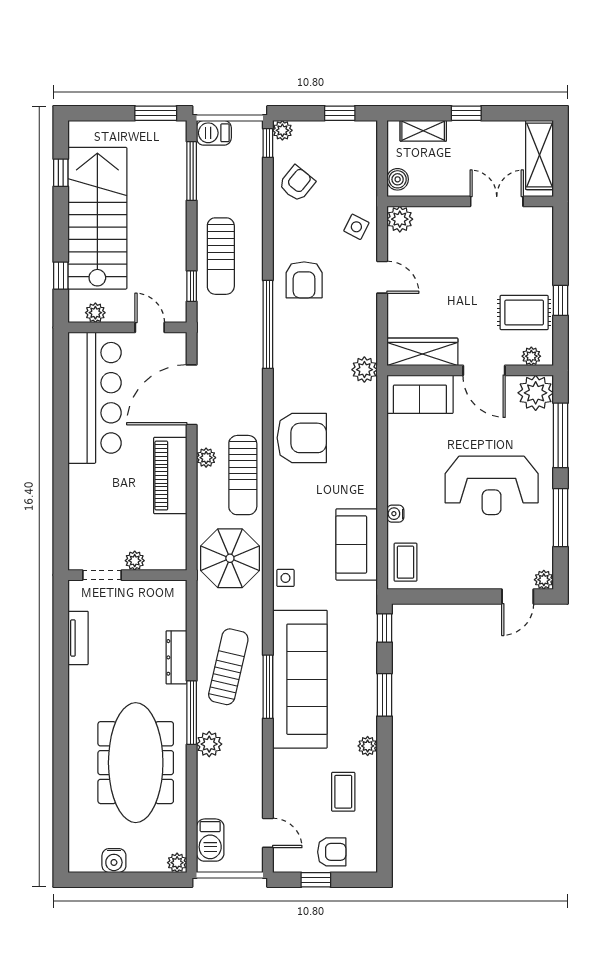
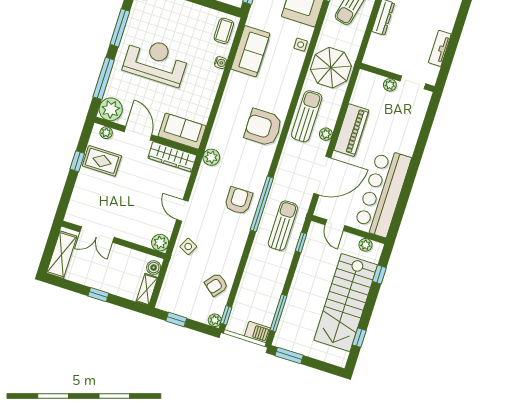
shelving: (423, 131) -> (147, 290), moved, turned 90
sun lounger: (221, 256) -> (283, 226), moved
armchair: (304, 280) -> (239, 201), moved

